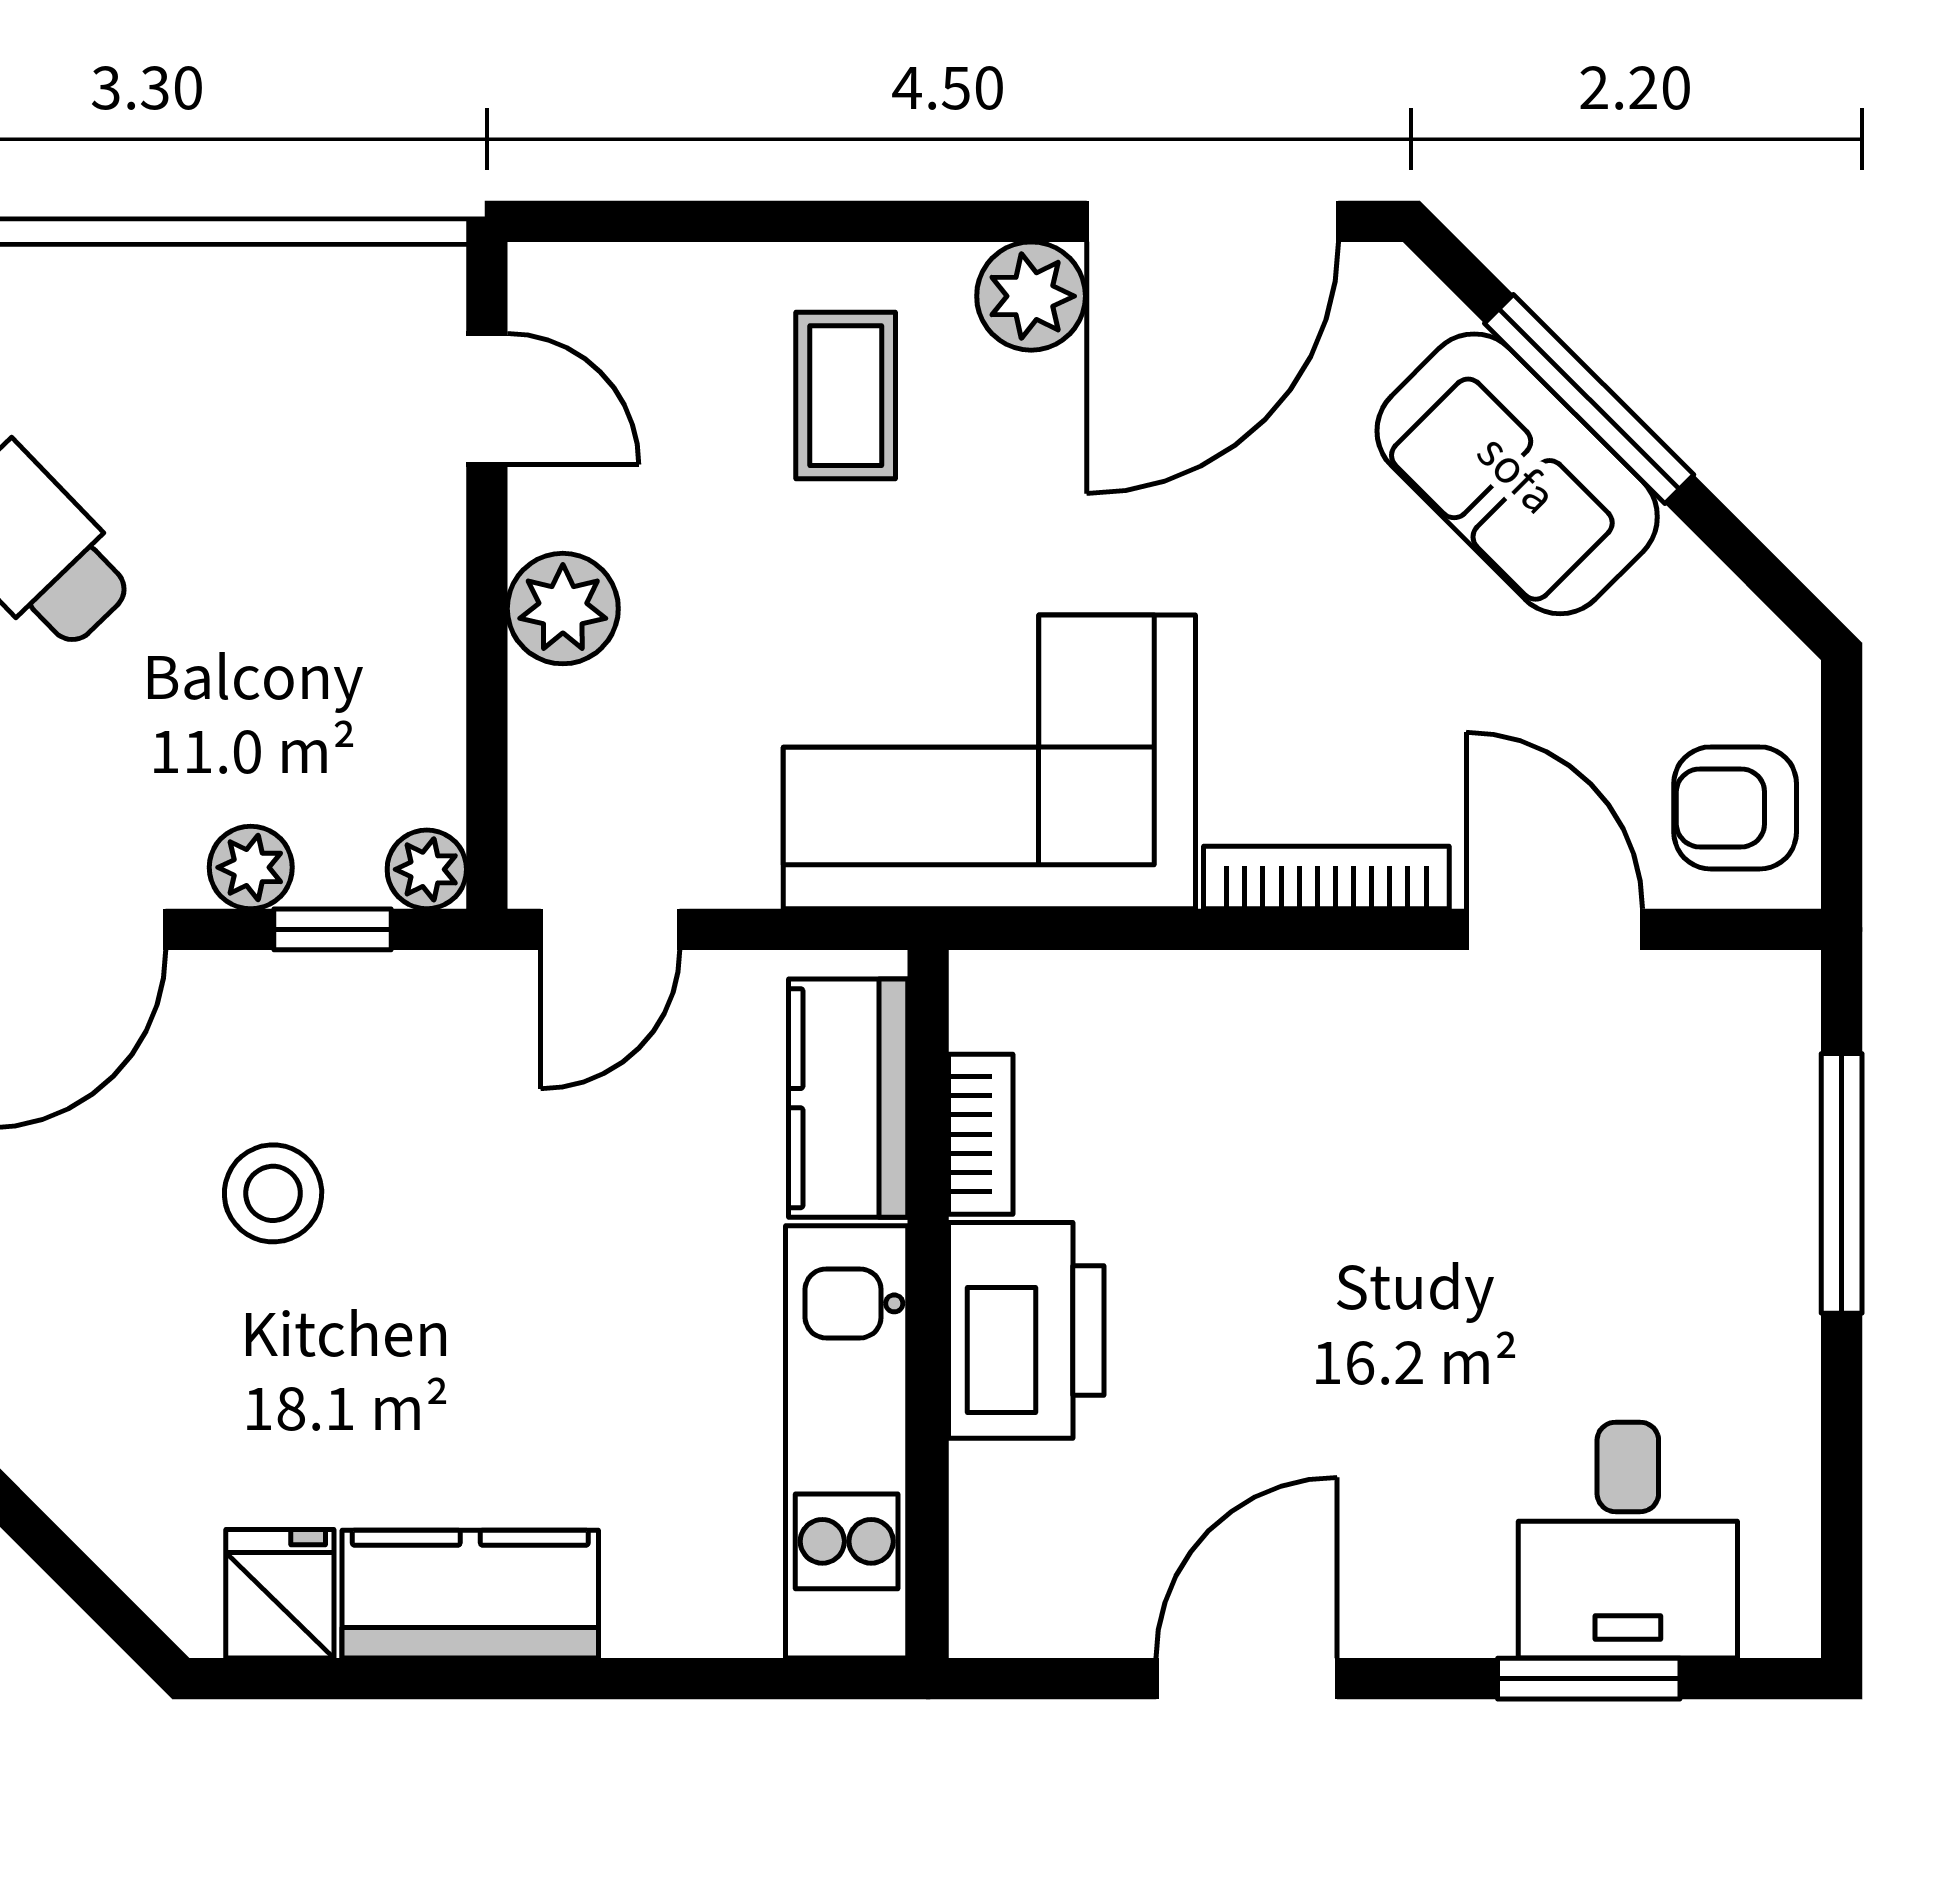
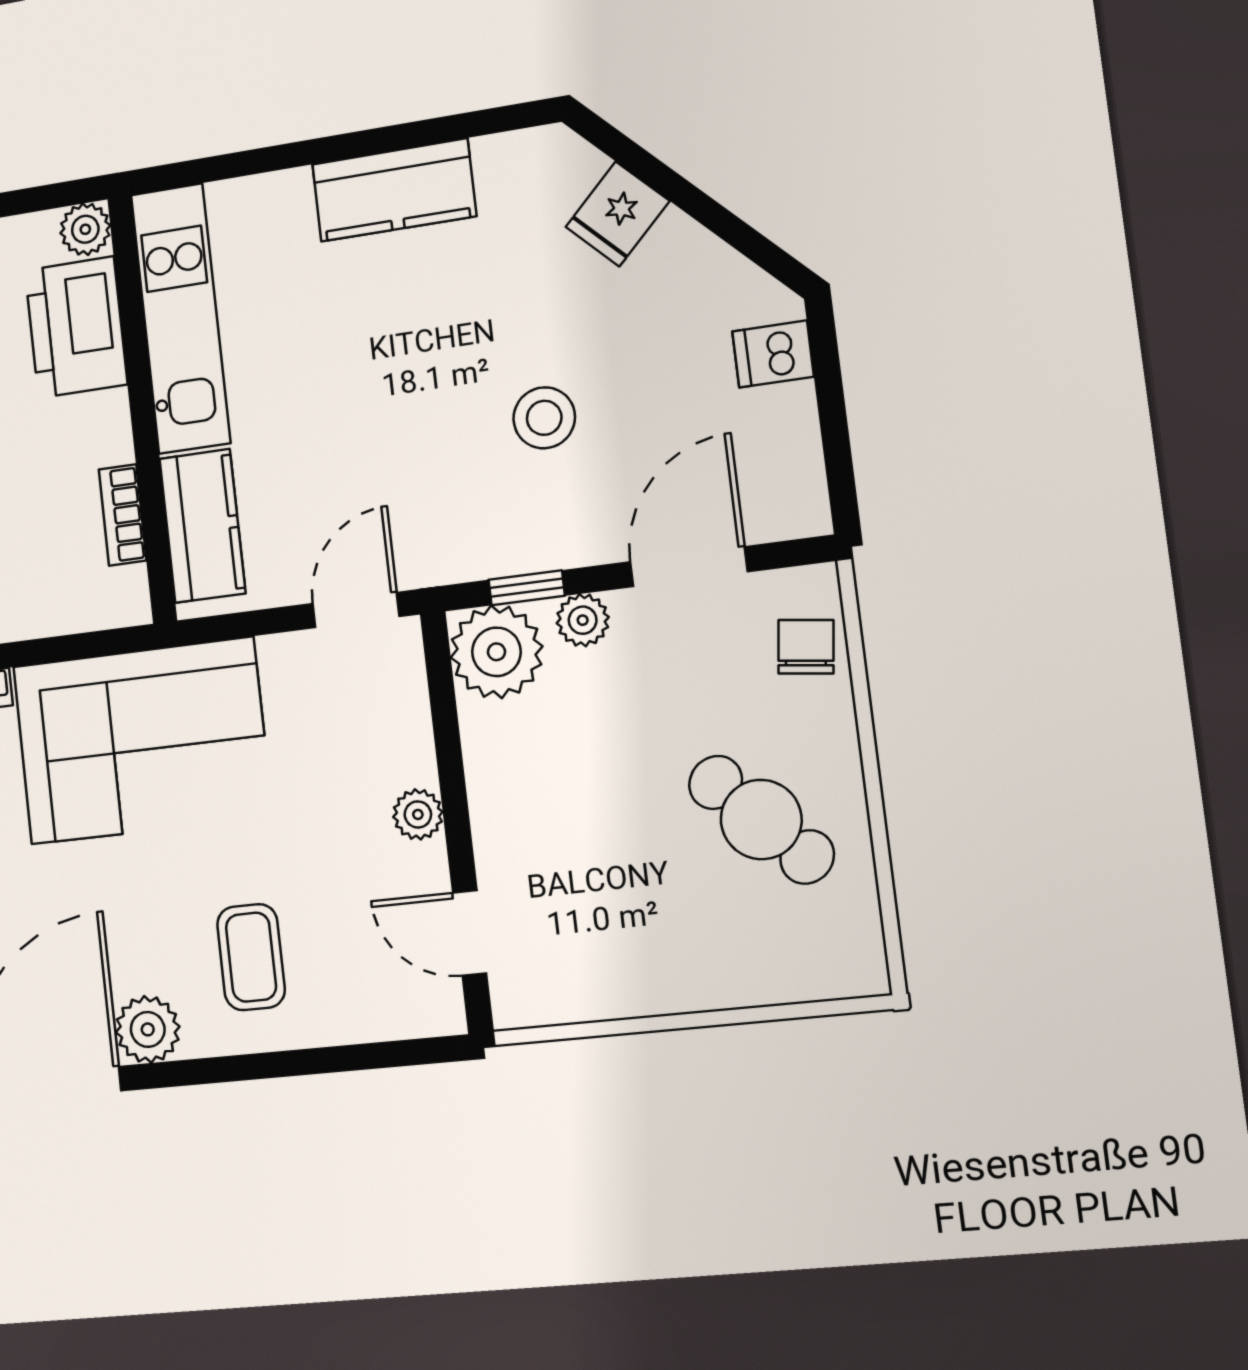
plant: (563, 609) -> (418, 814), width x0.73, depth x0.73
plant: (427, 869) -> (496, 652), width x1.88, depth x1.88
printer: (1026, 1330) -> (76, 327), moved
fridge: (280, 1594) -> (617, 214), moved, turned 45
plant: (992, 1615) -> (85, 229), added

